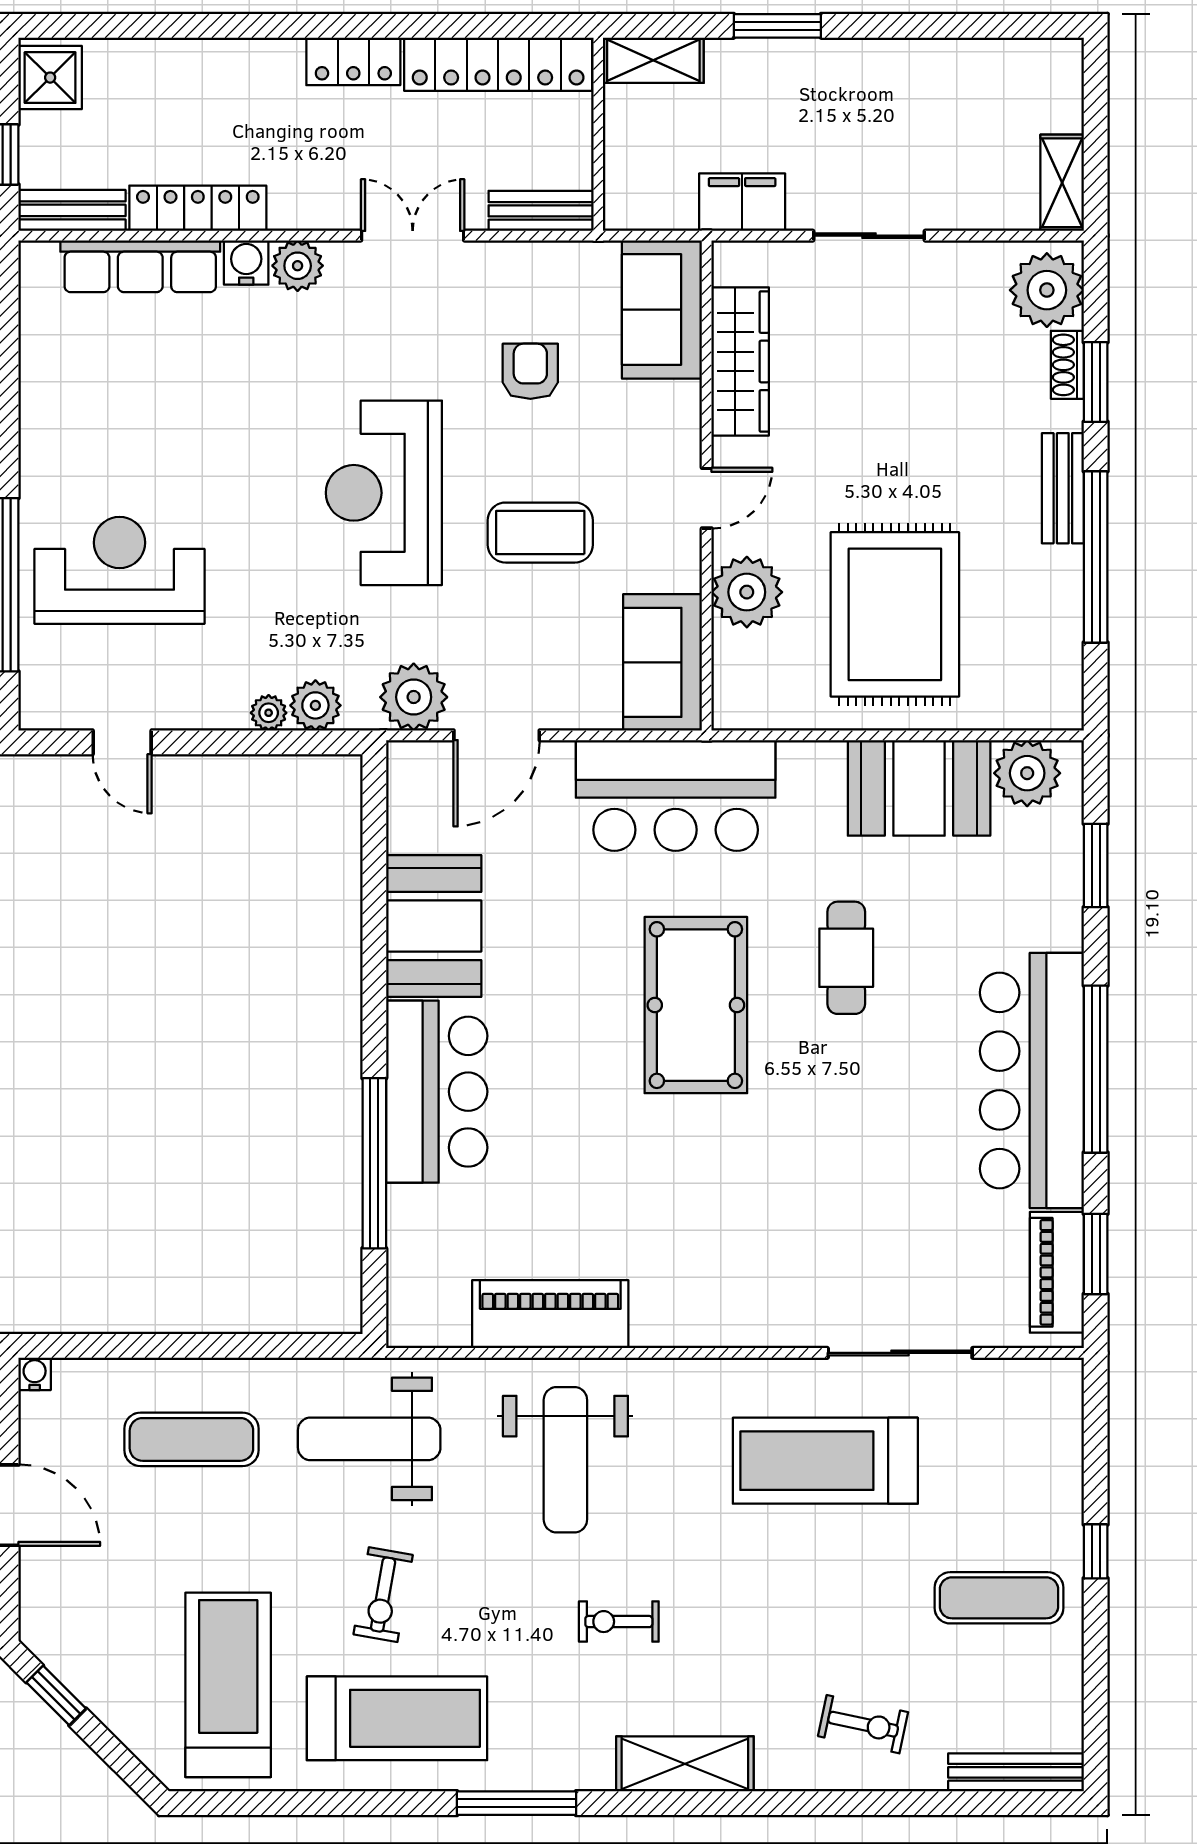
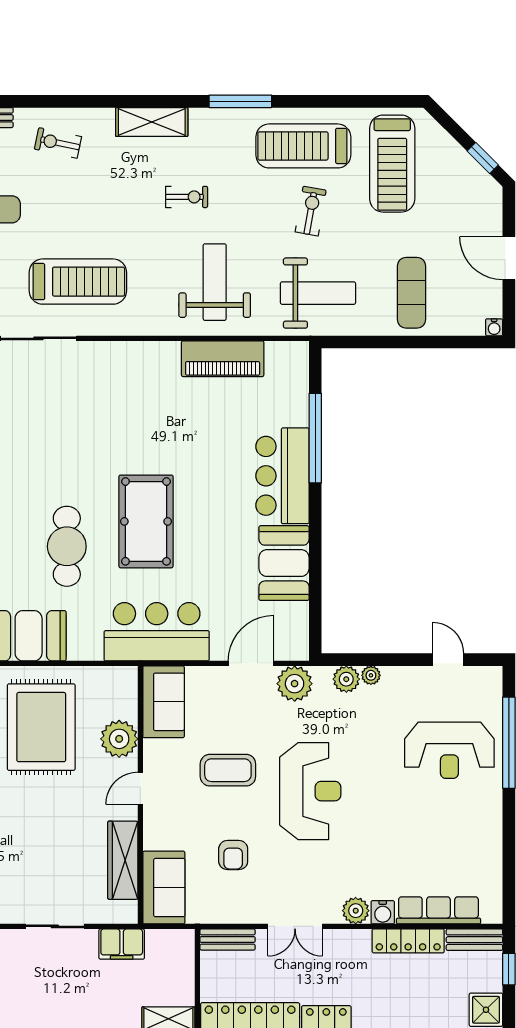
cafe table: (846, 958) -> (67, 546), width x1.37, depth x1.35
exercise mat: (191, 1439) -> (412, 293), turned 90

